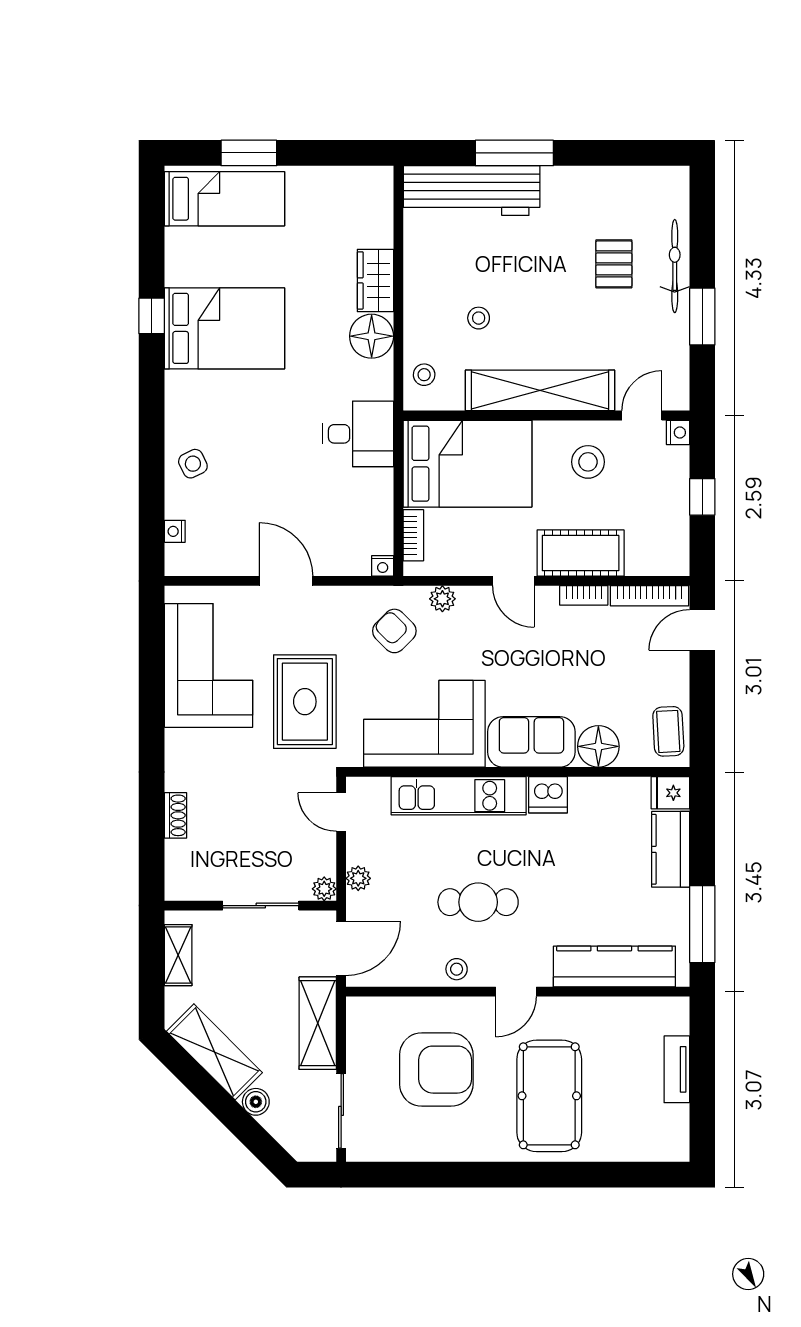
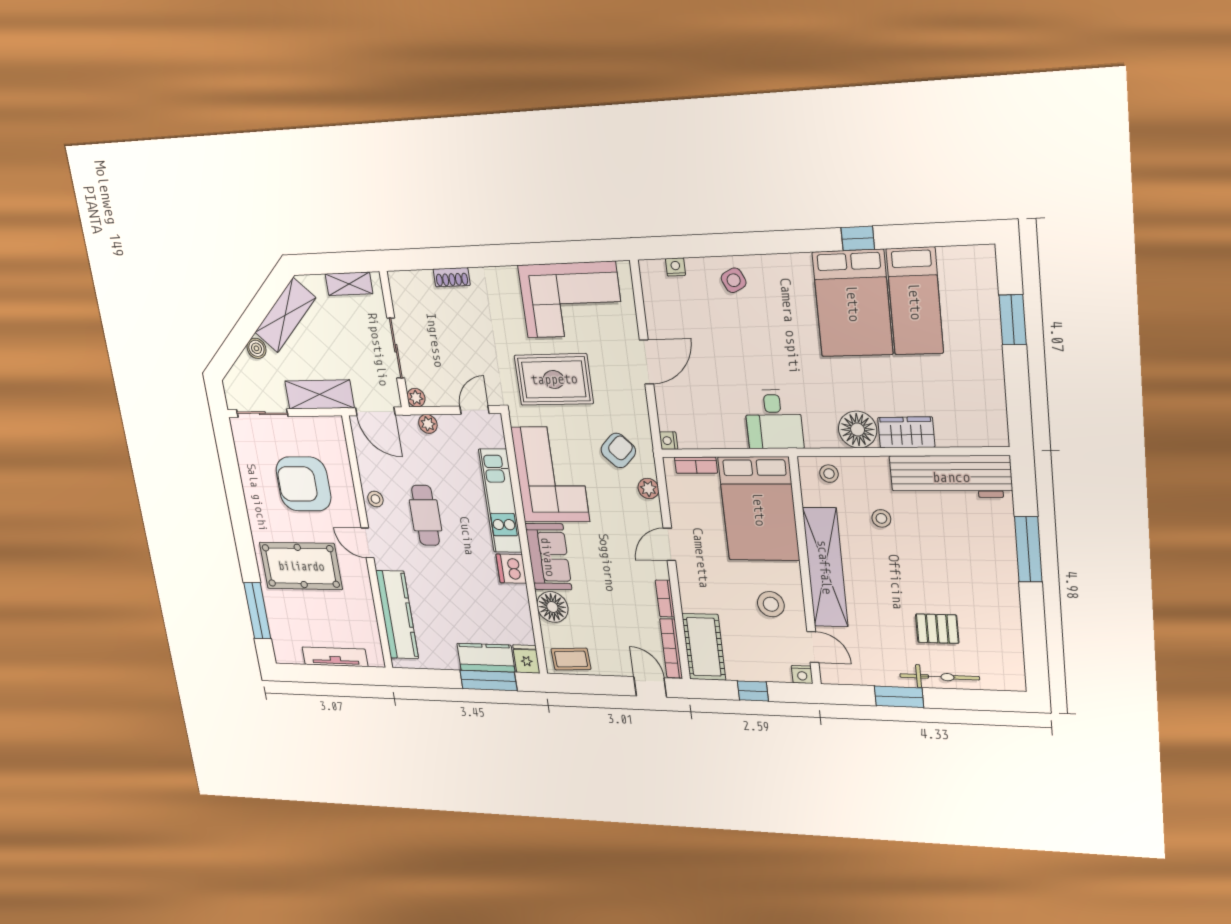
workbench: (472, 191) -> (951, 477), moved, turned -90
bed: (225, 199) -> (915, 301), moved
cot: (581, 553) -> (704, 647), moved
window: (702, 924) -> (488, 680), moved
tv unit: (677, 1069) -> (335, 657), width x1.41
armchair: (436, 1070) -> (303, 484), turned 90
window: (614, 1175) -> (257, 611), added

